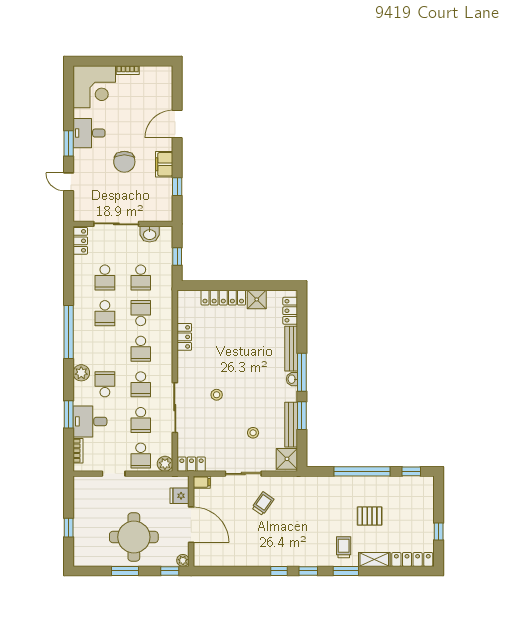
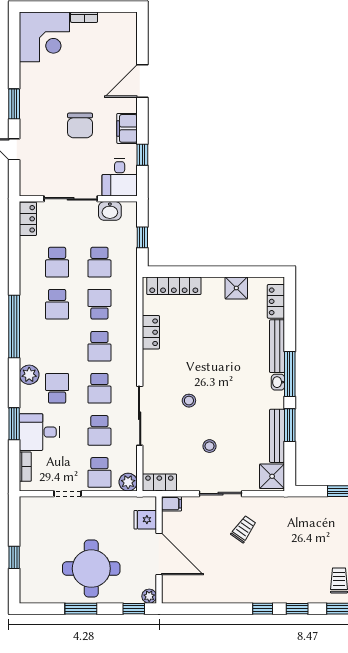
desk: (89, 133) -> (120, 177), moved, turned -90
locker: (223, 298) -> (174, 286), moved
stool: (253, 433) -> (210, 446), moved

